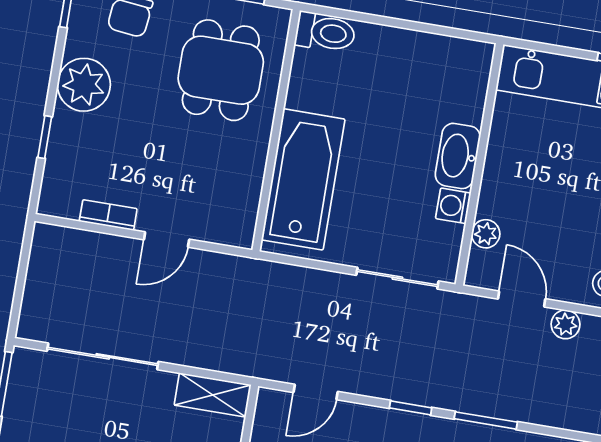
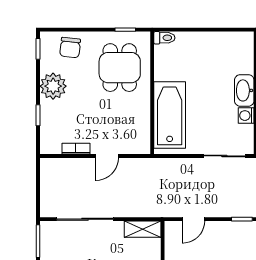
toilet: (325, 32) -> (164, 38), width x0.73, depth x0.72

